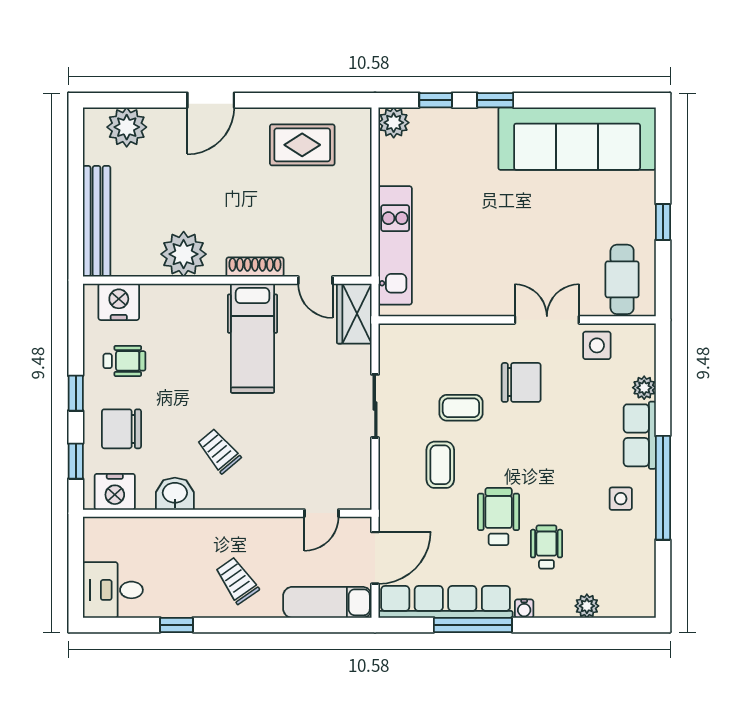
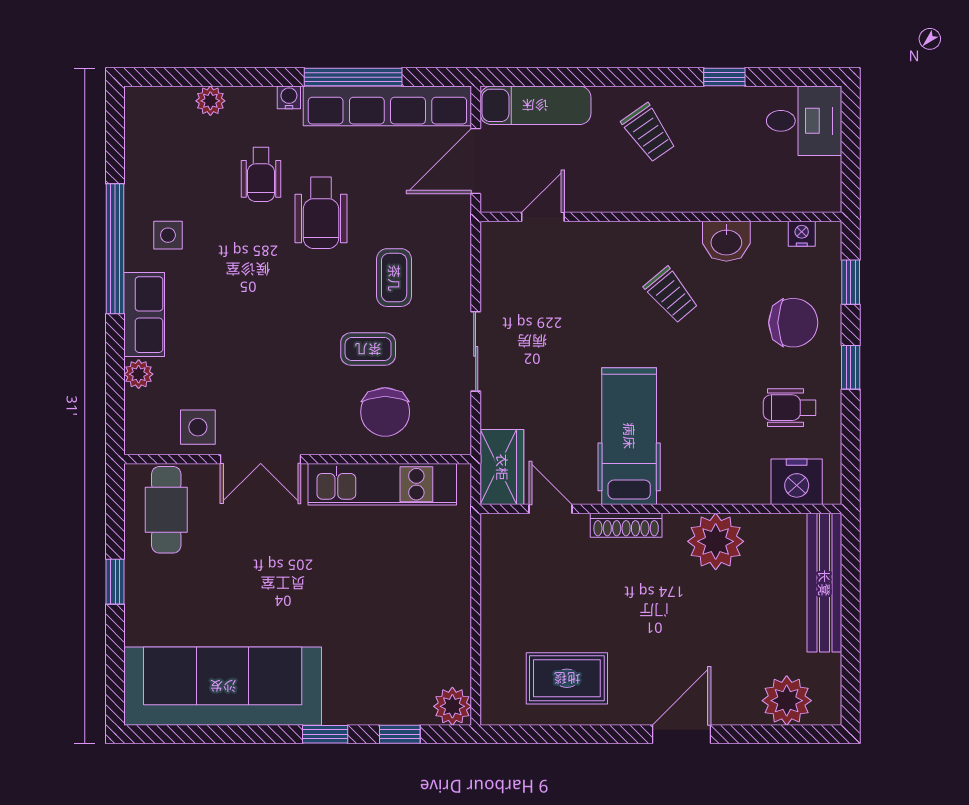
kitchen unit: (395, 245) -> (382, 484), moved, turned -90
chair: (521, 382) -> (385, 412), moved, turned -90
nightstand: (115, 492) -> (802, 234), width x0.53, depth x0.56

